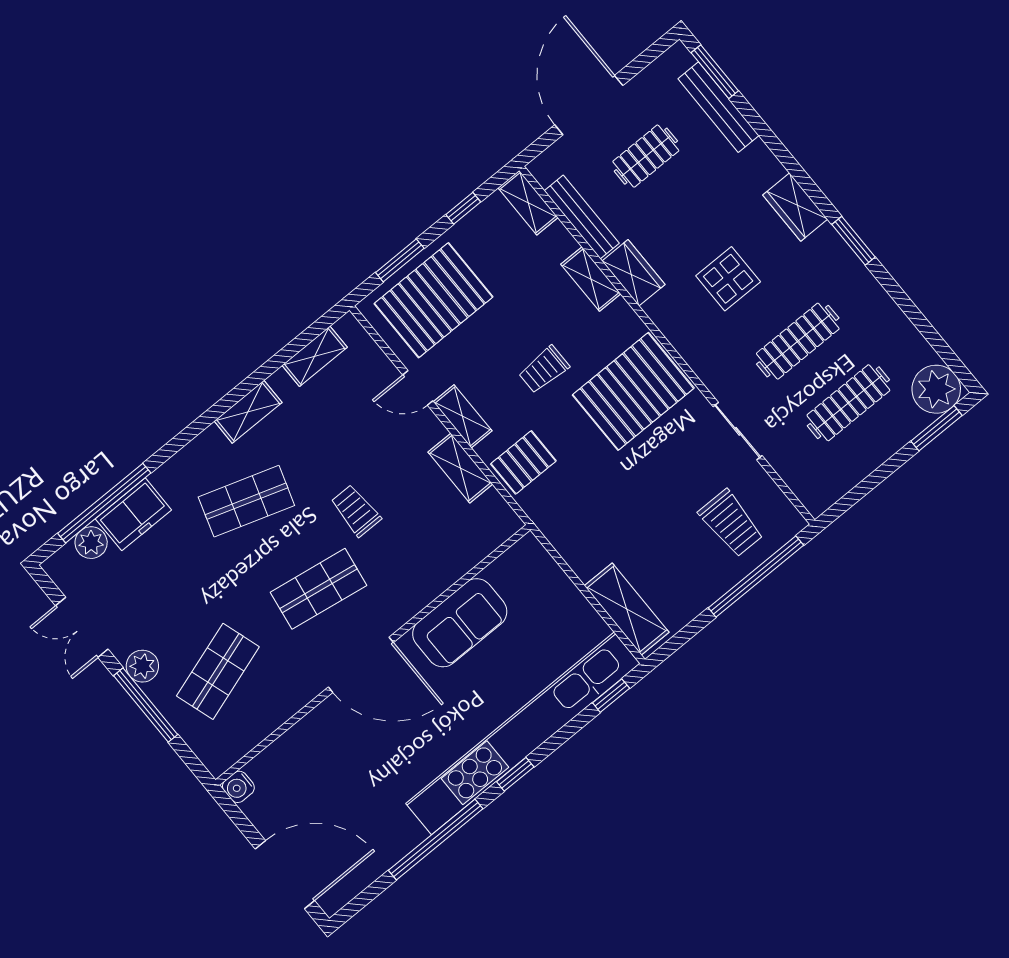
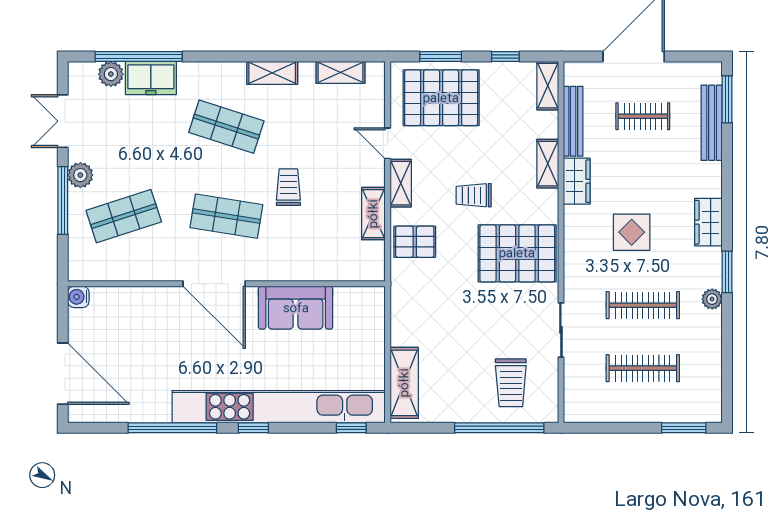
plant: (936, 389) -> (712, 299), moved, width x0.53, depth x0.53

